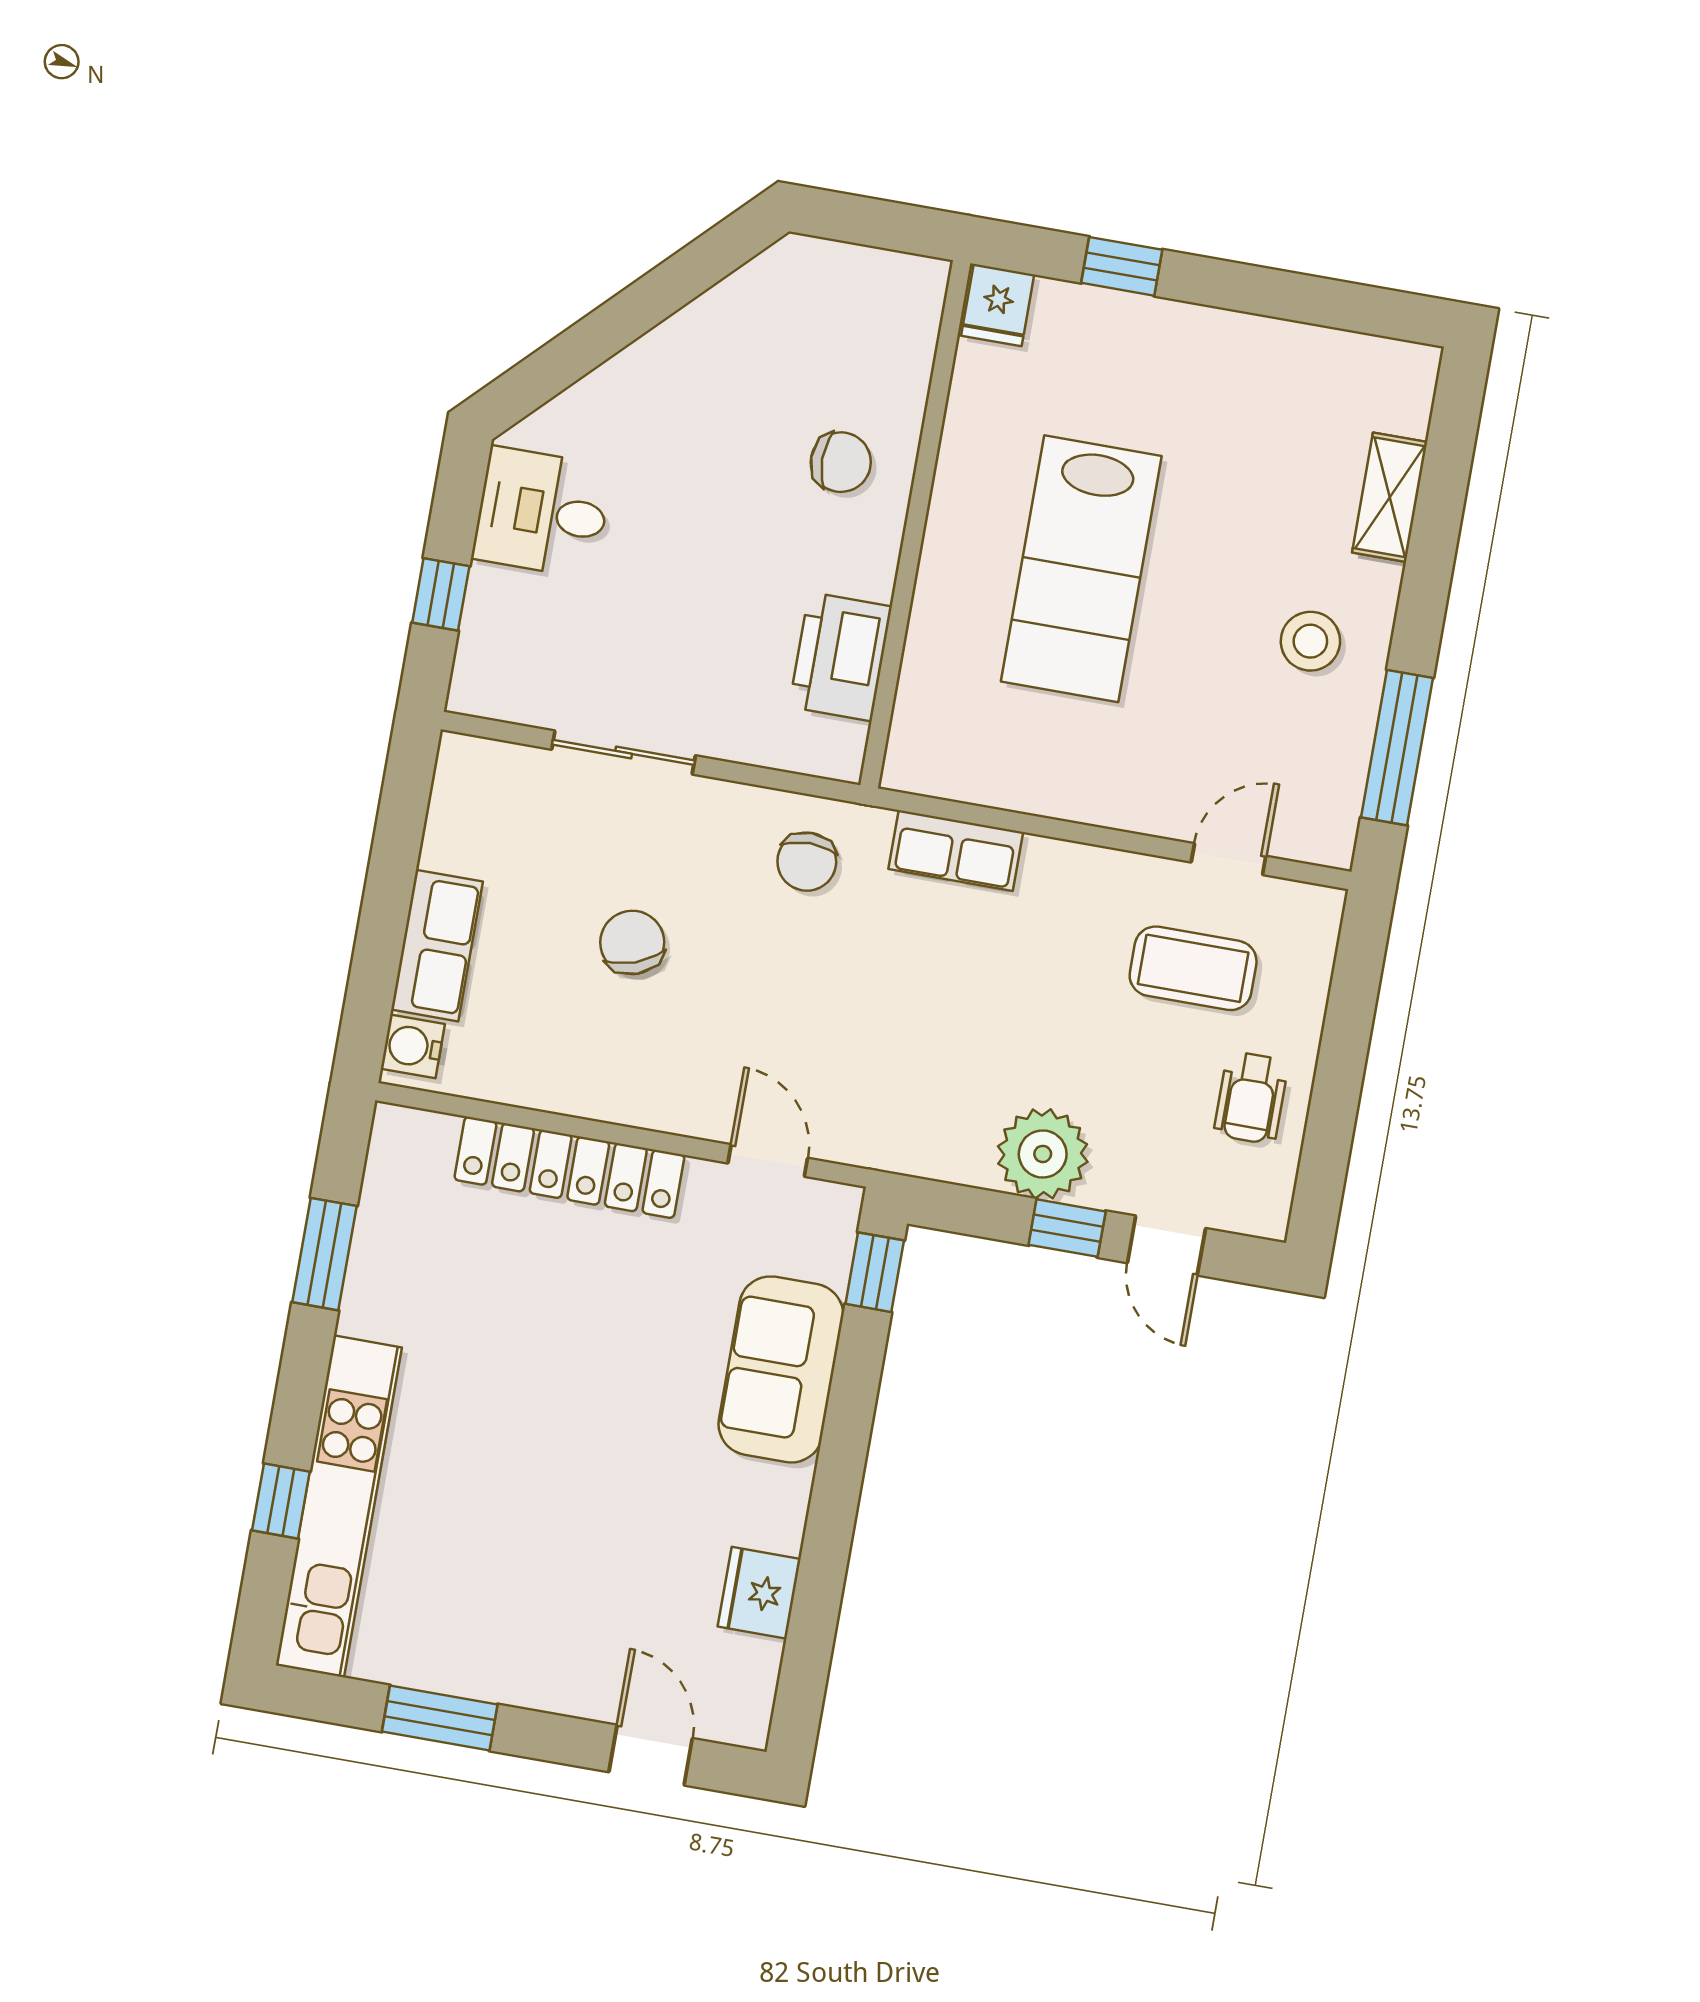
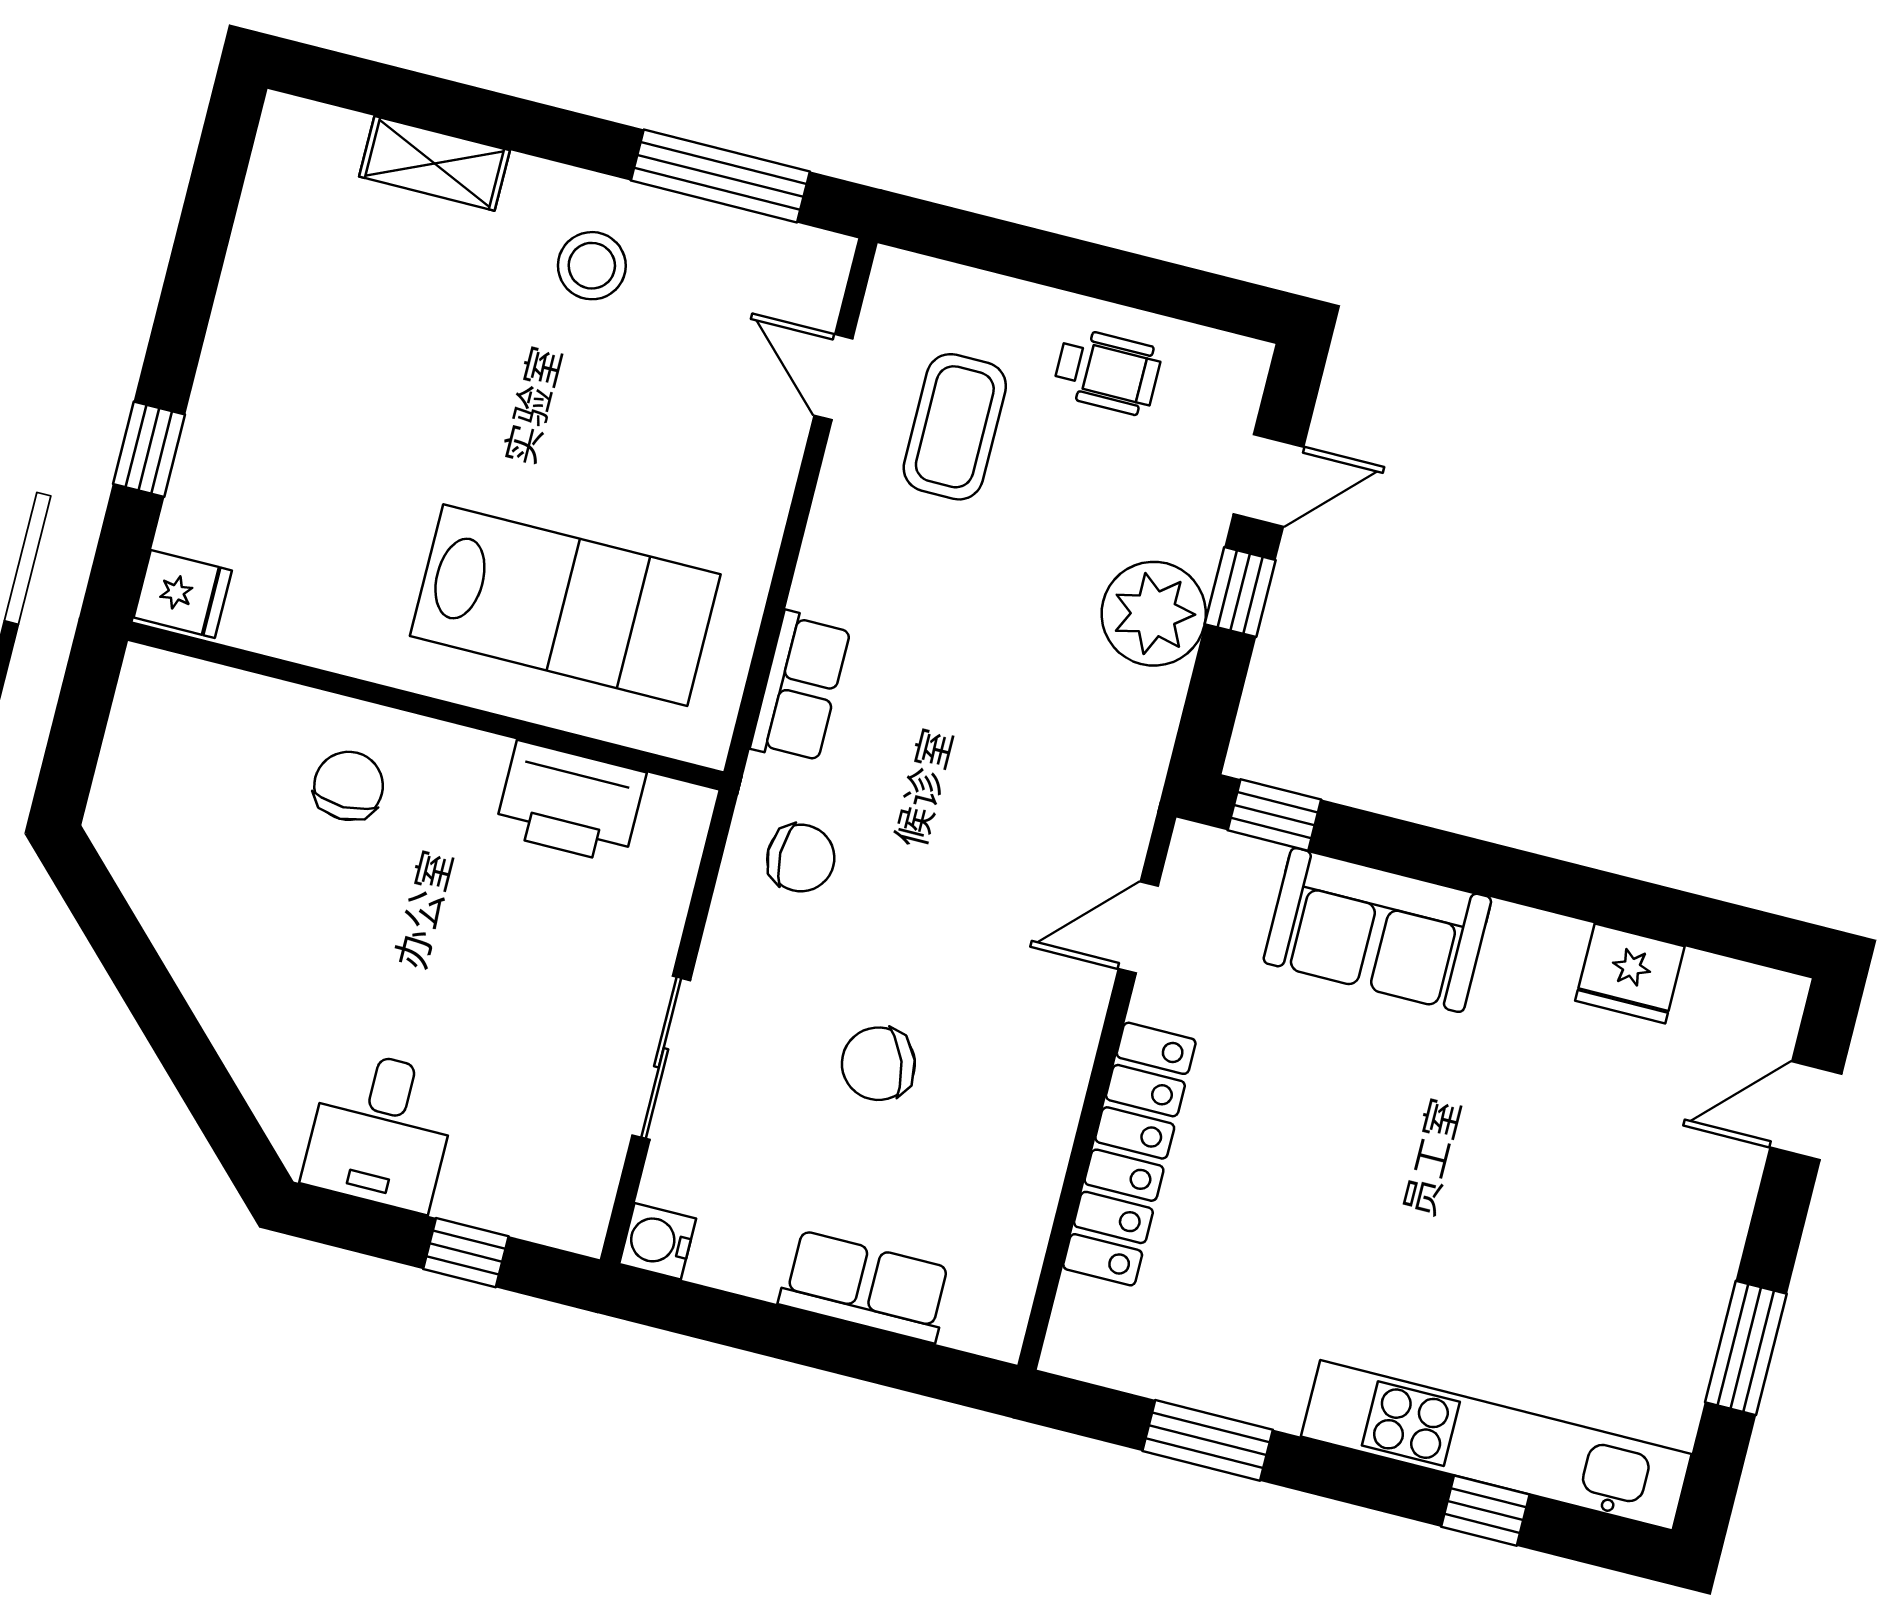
lab bench: (1081, 569) -> (565, 605), moved
water cooler: (413, 1046) -> (658, 1241), moved, turned 90

